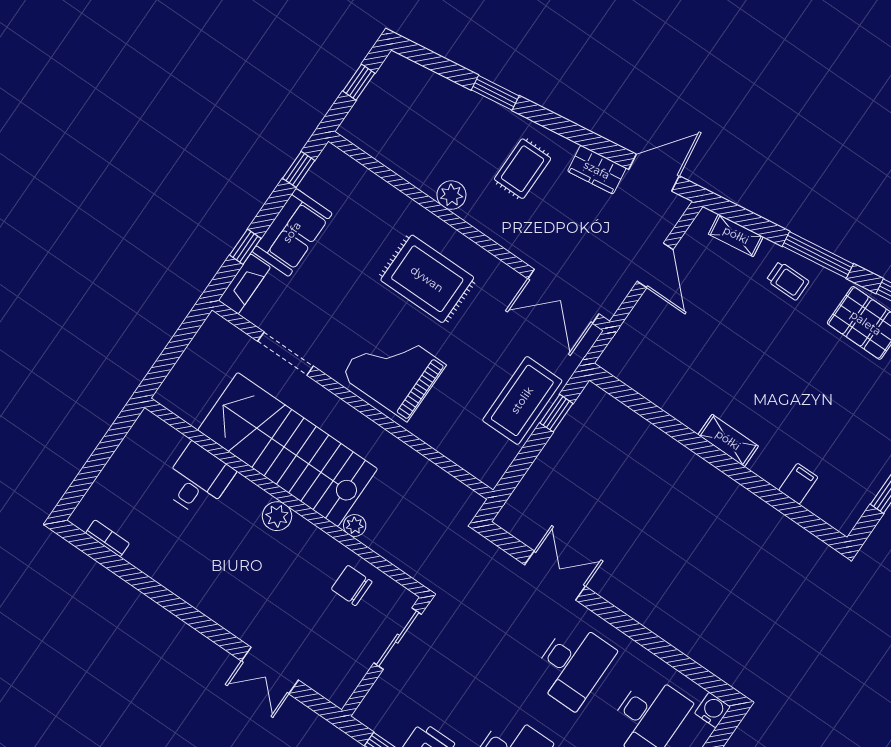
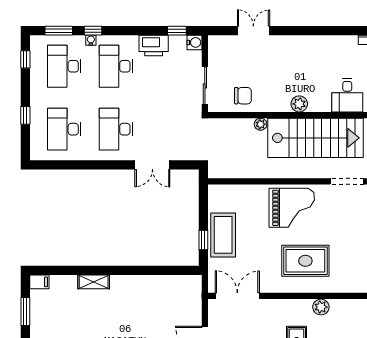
shelving: (728, 440) -> (94, 282), moved
filing cabinet: (798, 484) -> (39, 282), moved, turned -90
water cooler: (712, 710) -> (194, 42), moved, turned -90

